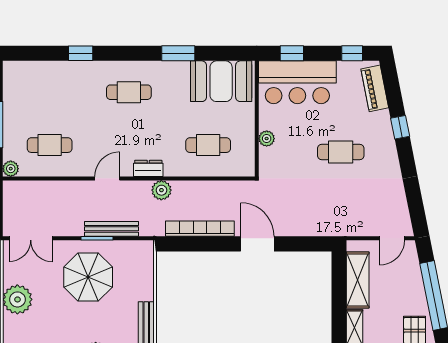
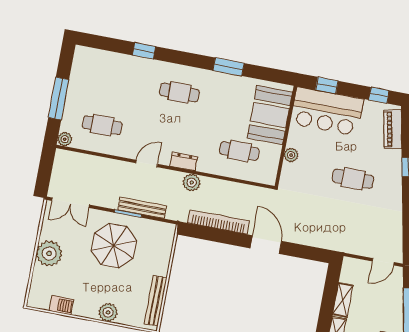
booth: (221, 81) -> (270, 115), moved, turned 90
shelving: (358, 280) -> (343, 300), width x0.67, depth x0.75

